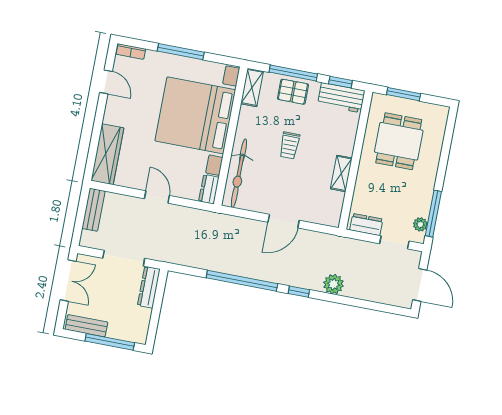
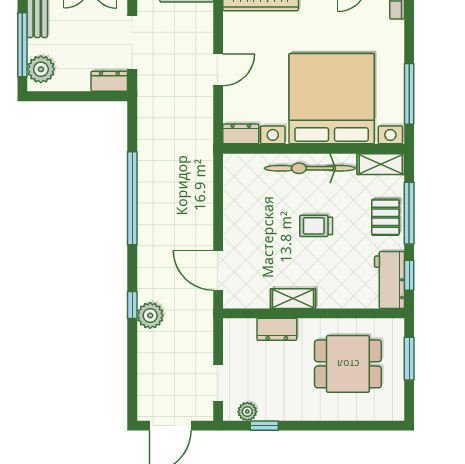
window: (181, 52) -> (409, 94), moved
bicycle: (239, 173) -> (310, 168), moved
window: (433, 214) -> (264, 426), width x0.46
door: (284, 221) -> (218, 270), moved
dresser: (366, 225) -> (277, 329), moved, turned 90
dresser: (149, 287) -> (109, 81), width x0.70
window: (299, 292) -> (132, 305), moved
plant: (131, 331) -> (41, 69), added

